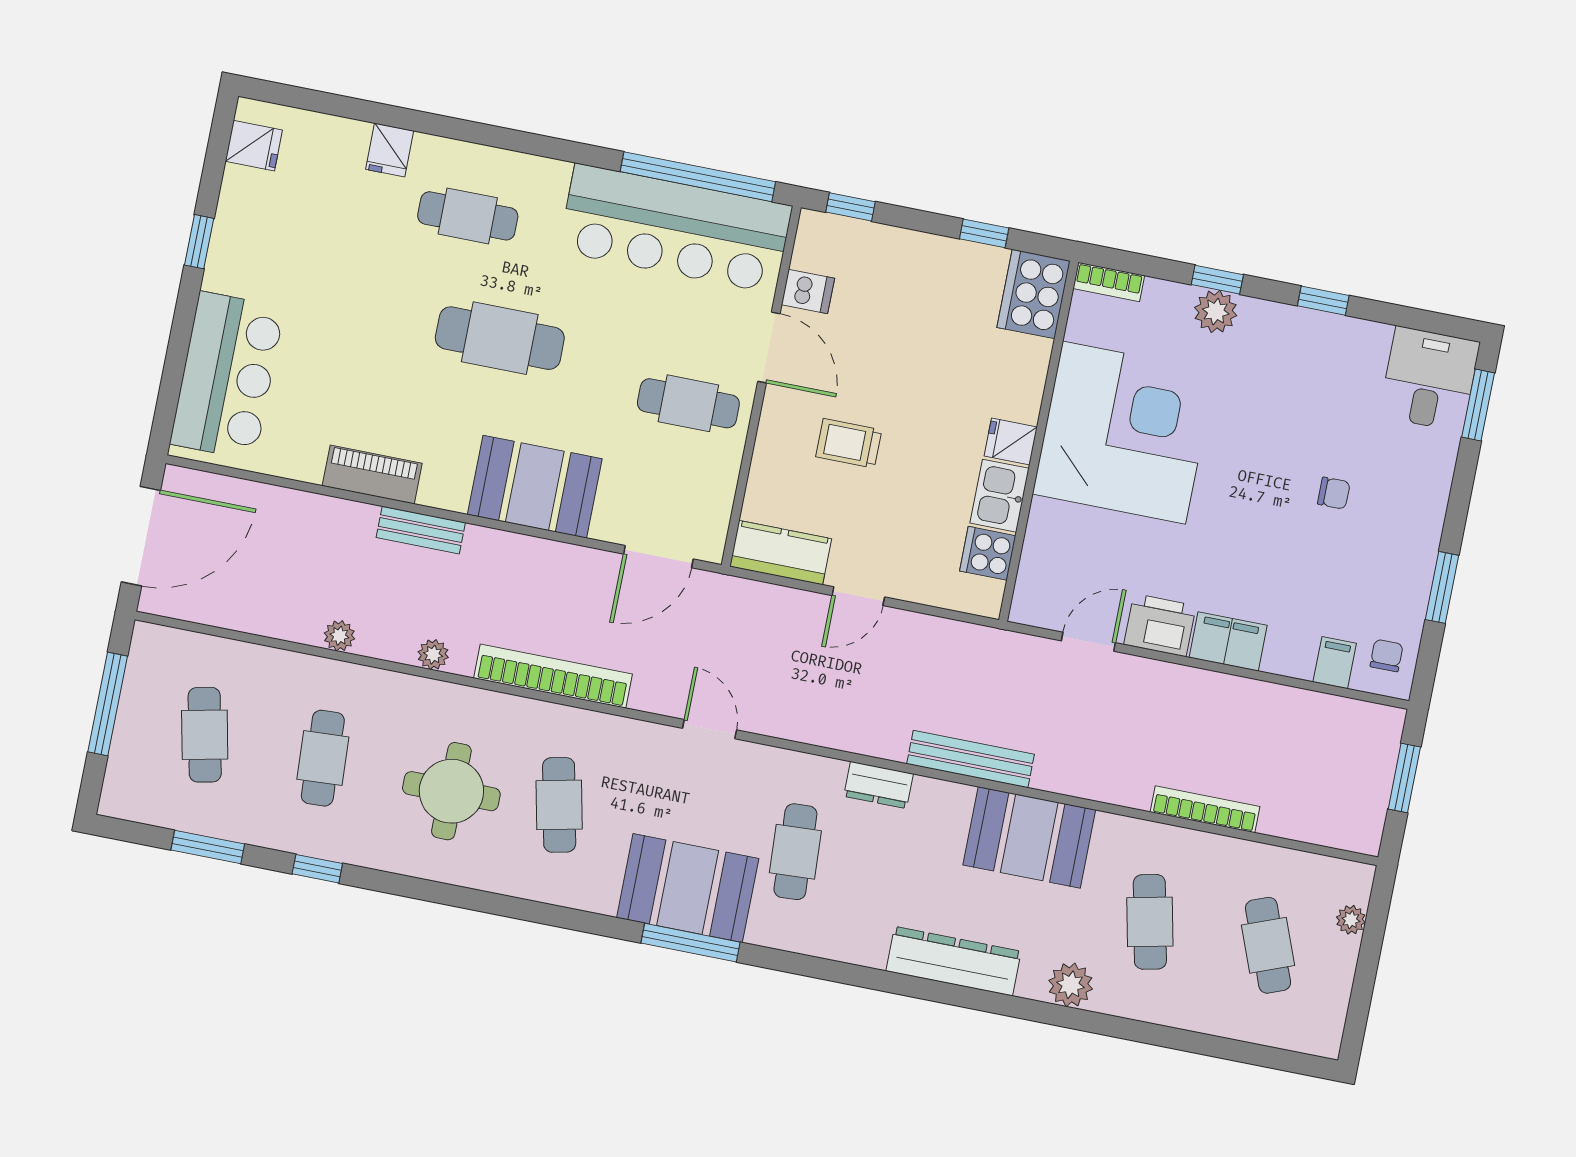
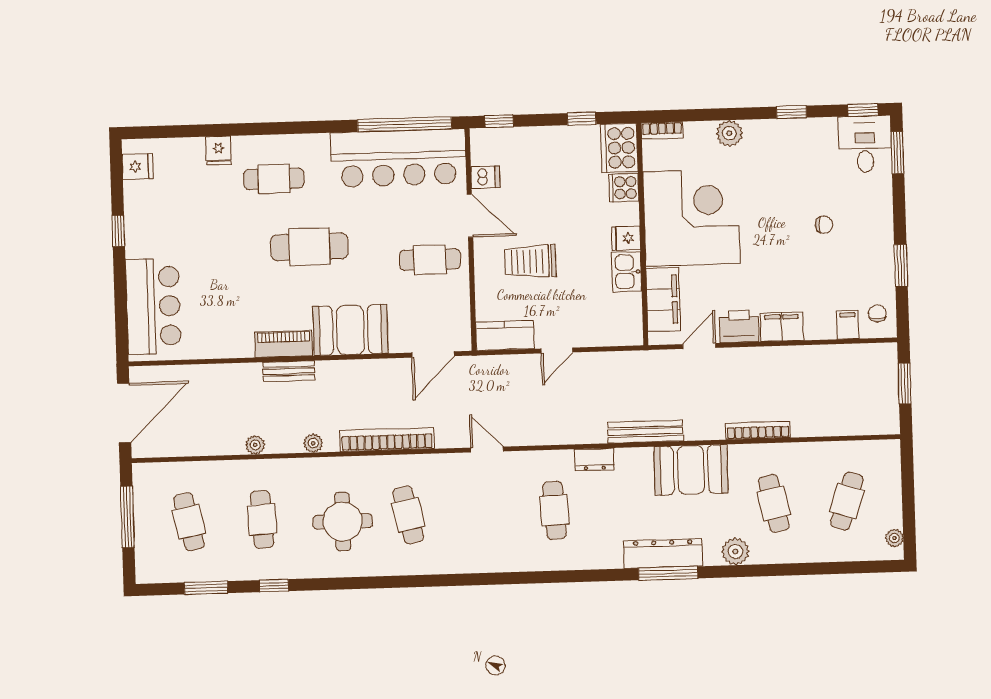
window: (1217, 280) -> (863, 110), moved
trolley: (849, 443) -> (530, 261), width x1.36, depth x1.39
piano: (372, 475) -> (284, 344), moved
cooker: (988, 553) -> (624, 188), moved
filing cabinet: (1048, 554) -> (663, 299), added
bookcase: (1205, 809) -> (758, 430), moved
booth: (688, 888) -> (496, 547), removed
plant: (1351, 920) -> (894, 538), moved
window: (691, 943) -> (668, 573), moved
cafe table: (1268, 945) -> (847, 501), turned 39

